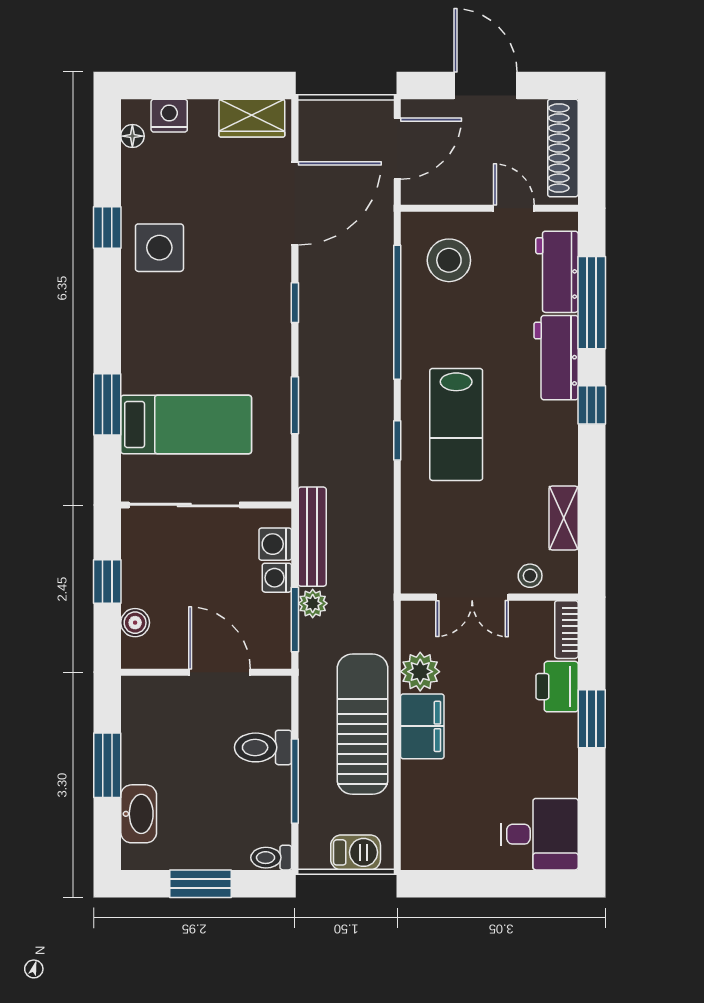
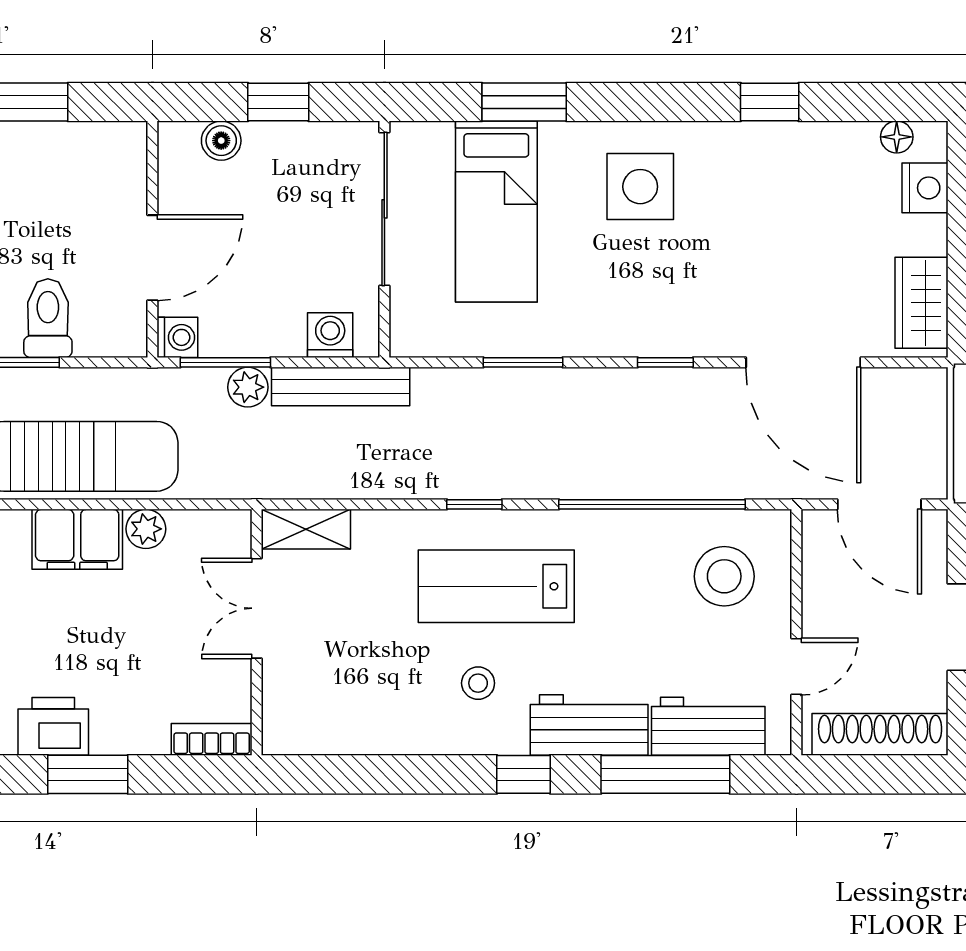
side table: (159, 248) -> (640, 187), moved
shelving: (564, 518) -> (306, 529), moved
stool: (530, 576) -> (478, 683), moved
washing machine: (277, 578) -> (177, 337), moved, turned 90
plant: (420, 672) -> (146, 529), width x0.73, depth x0.73
printer: (557, 687) -> (53, 726), moved

